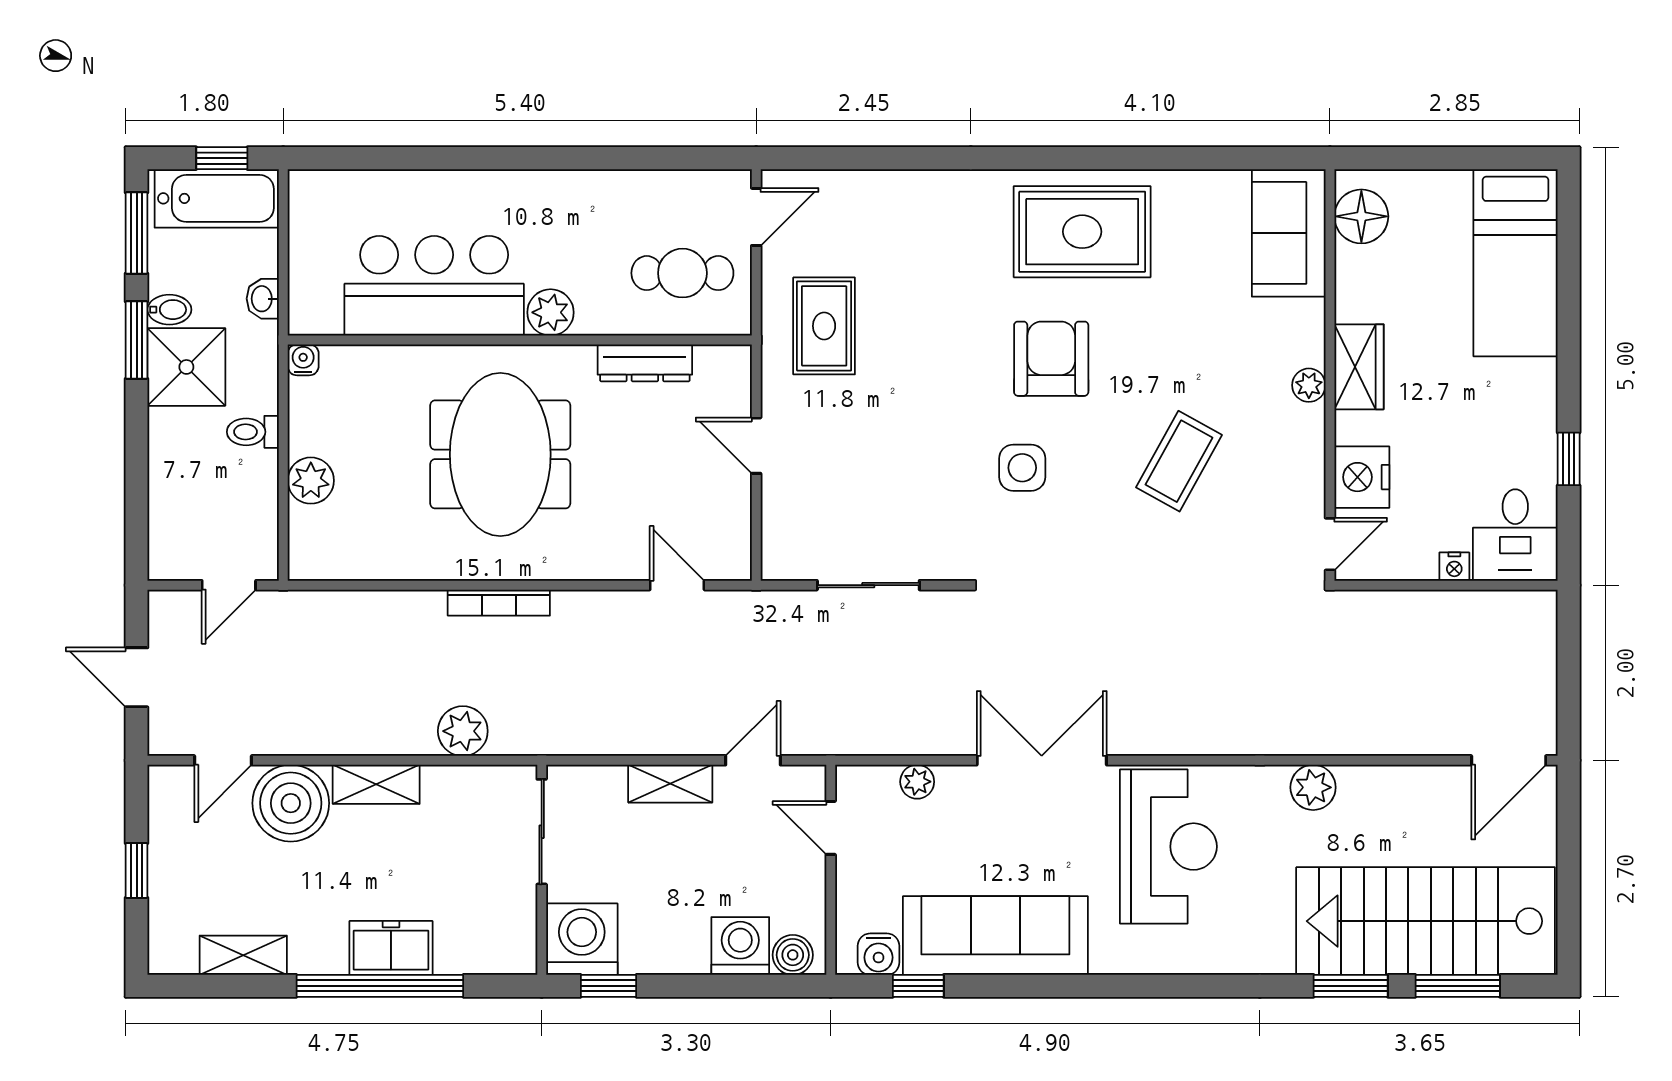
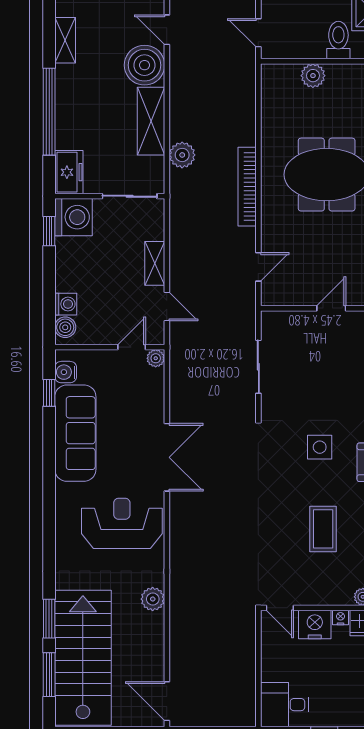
toilet: (253, 432) -> (338, 40), width x1.37, depth x1.39
coffee table: (1179, 461) -> (323, 529), turned 61
nightstand: (1454, 567) -> (340, 618), moved, turned 90
bookcase: (499, 603) -> (247, 187), width x1.48, depth x1.31
plant: (917, 782) -> (156, 358), moved
shelving: (376, 784) -> (151, 121), width x1.50, depth x1.33
reception desk: (1168, 847) -> (122, 523), turned 180
washing machine: (740, 946) -> (66, 304), width x0.73, depth x0.73
freezer: (391, 948) -> (69, 172), moved

